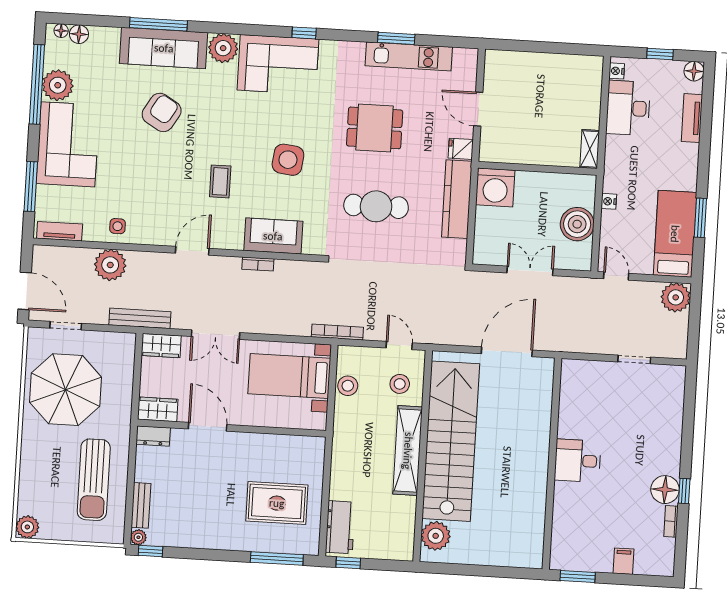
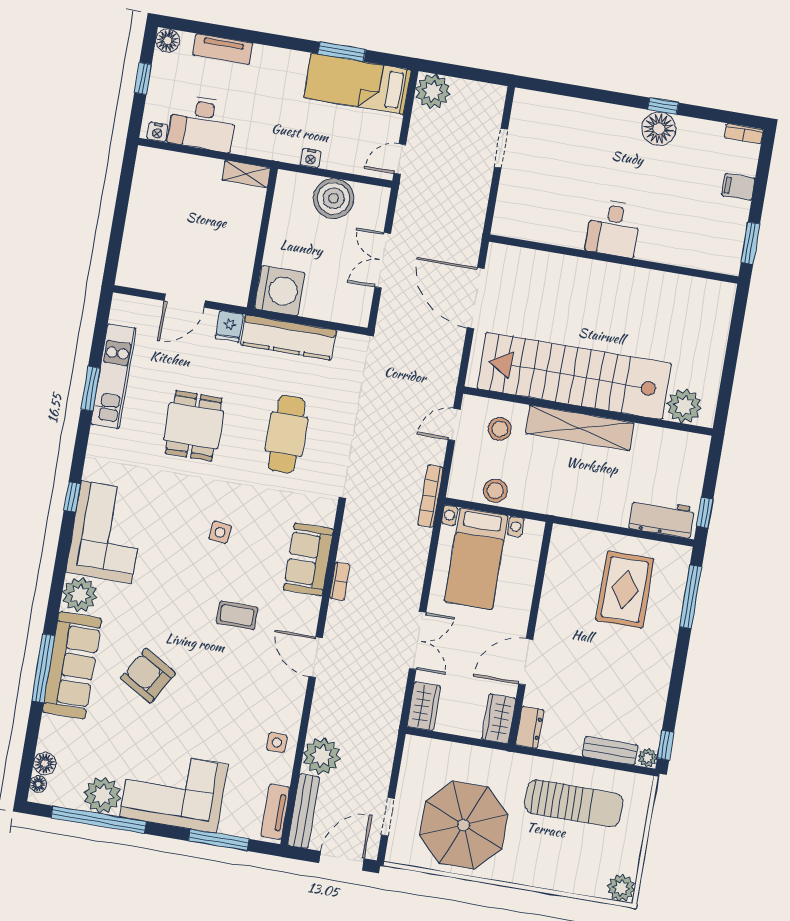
side table: (288, 160) -> (220, 532), width x0.54, depth x0.54
bench: (140, 318) -> (304, 811), moved
bookcase: (671, 521) -> (744, 134), moved

